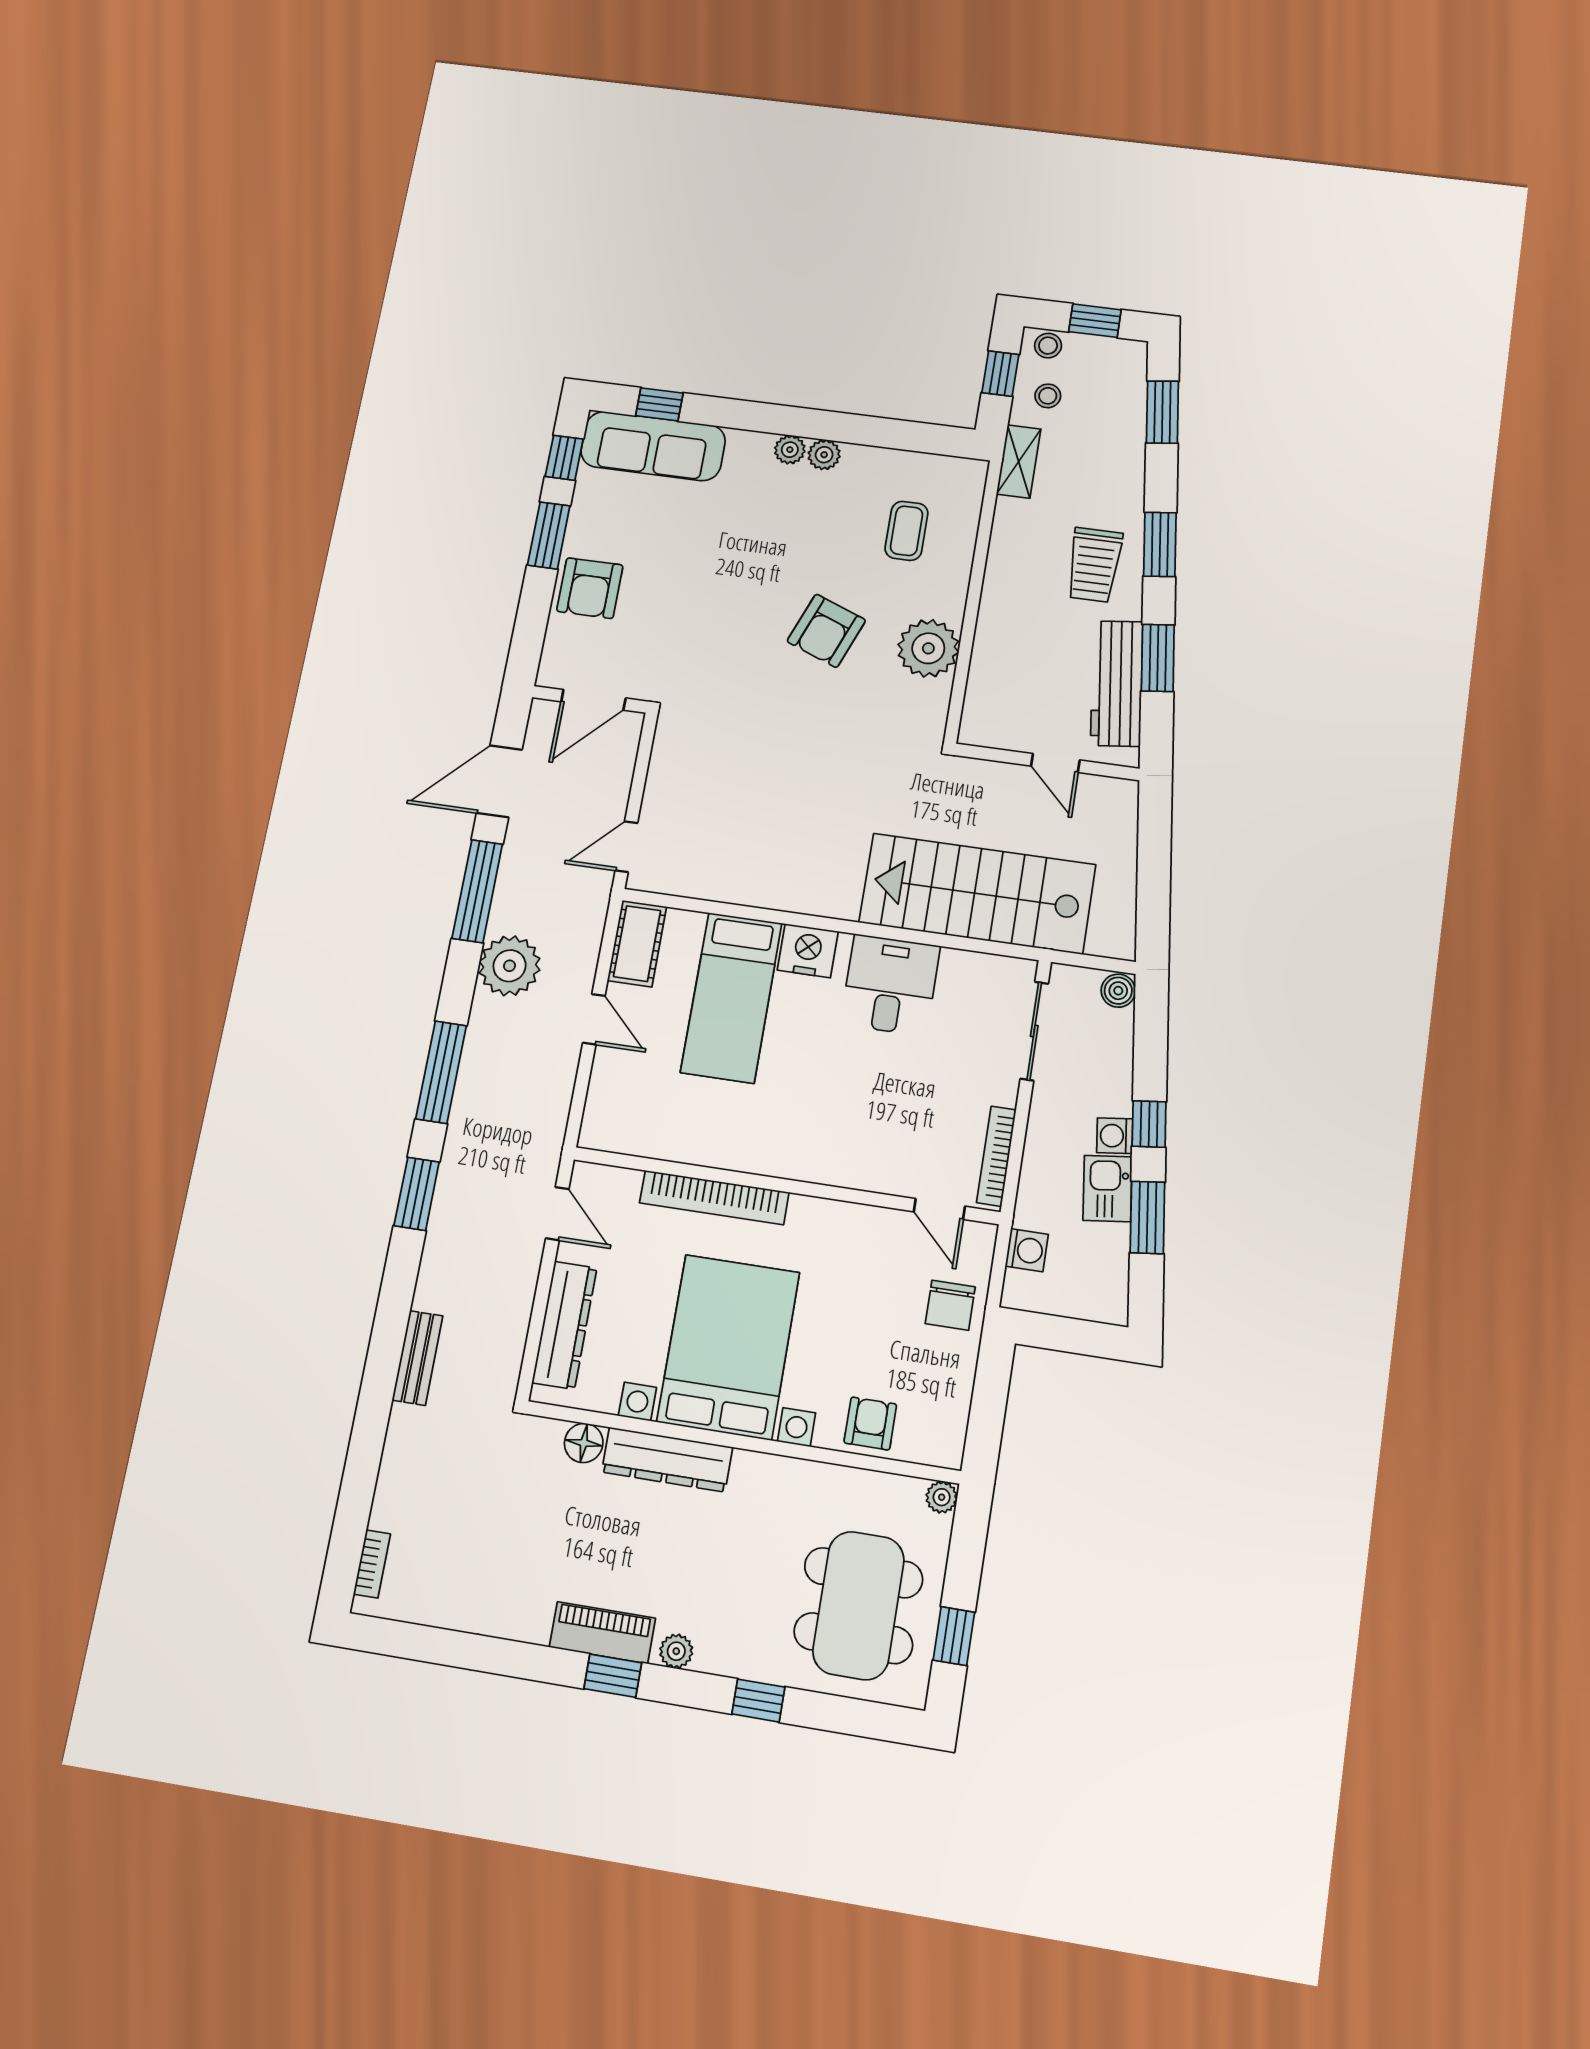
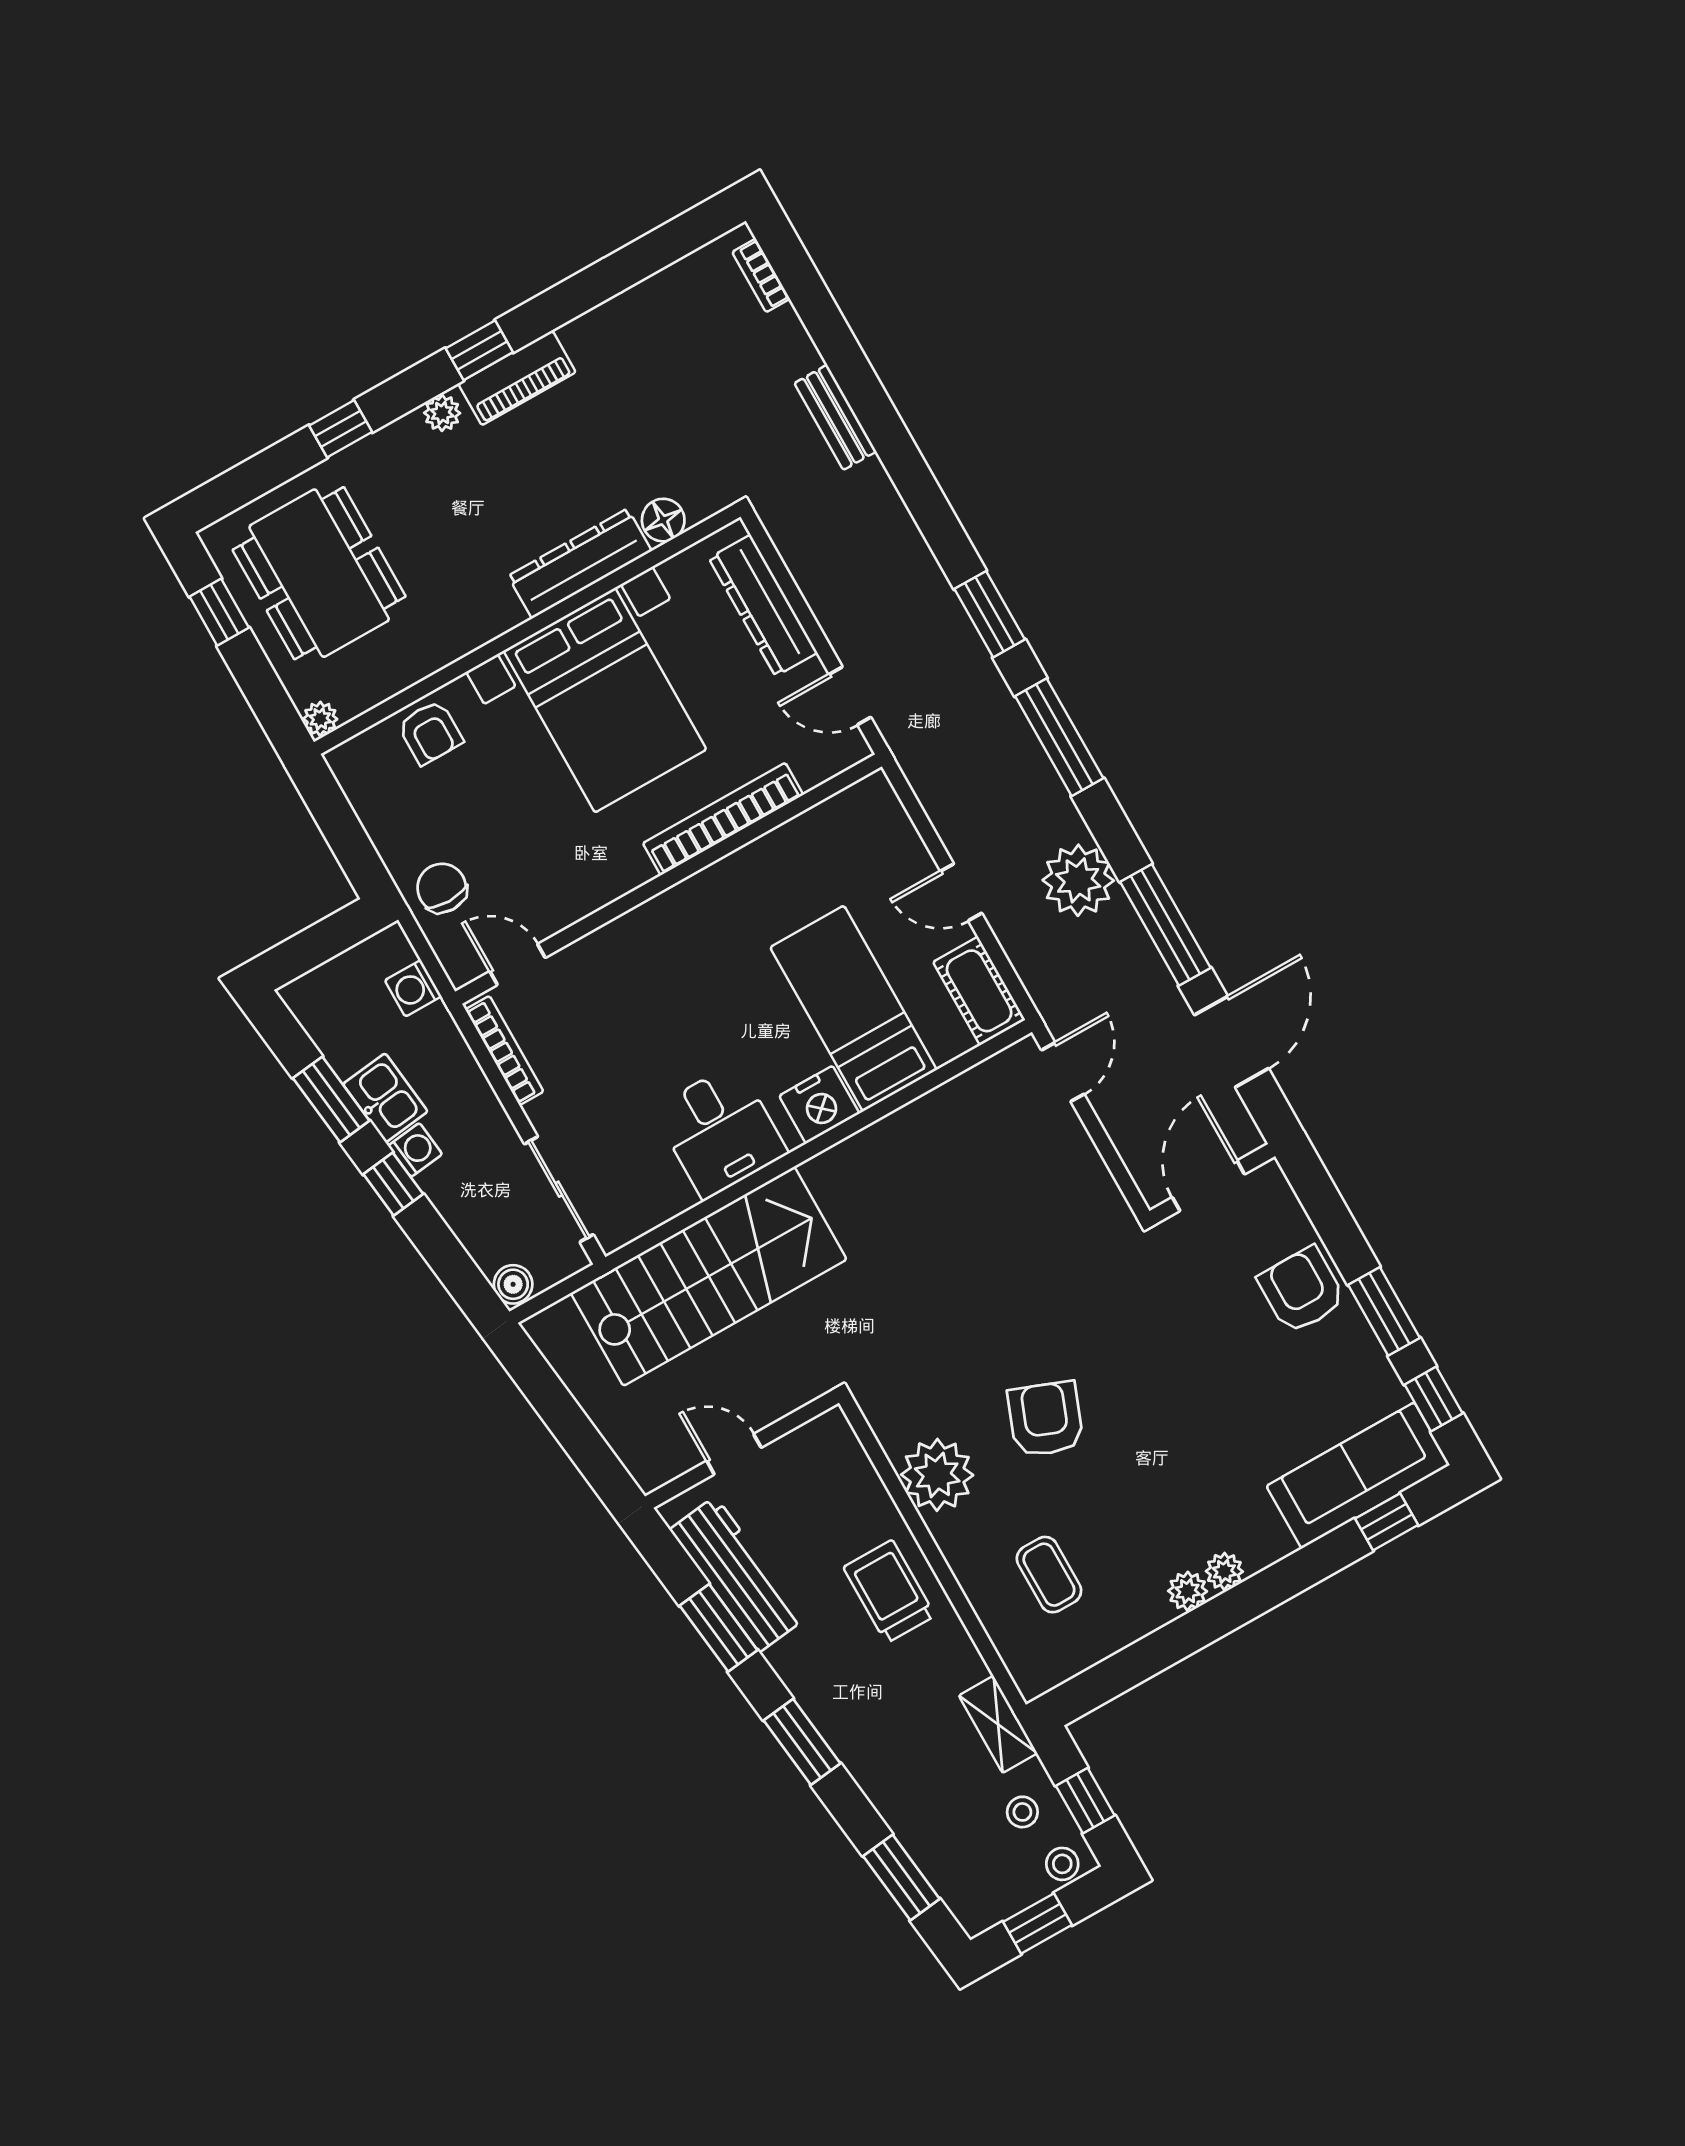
trolley: (1094, 565) -> (889, 1592), moved
bench: (417, 1358) -> (835, 417), moved

